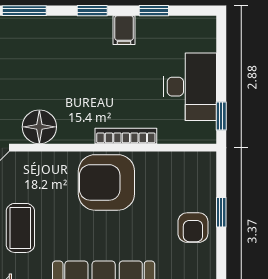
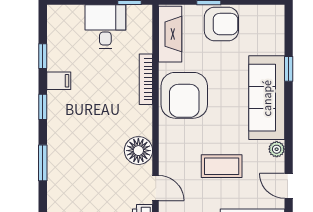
desk: (190, 87) -> (105, 27), width x0.73
fireplace: (181, 165) -> (170, 34), added
armchair: (193, 228) -> (221, 24), width x1.38, depth x1.38

